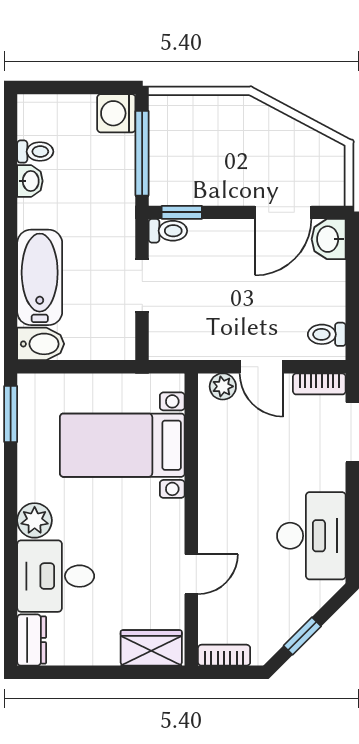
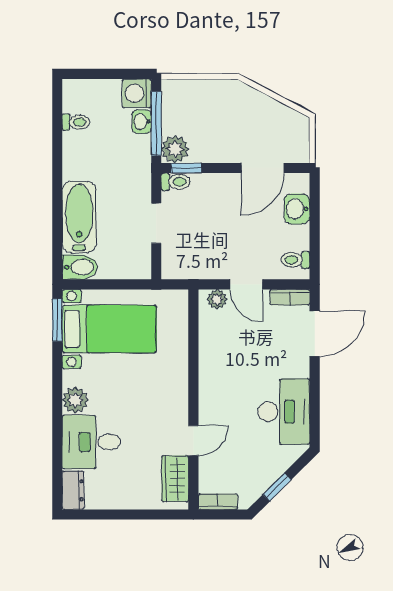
washbasin: (30, 181) -> (142, 122), moved, turned 180
plant: (167, 187) -> (175, 149), added
washbasin: (329, 239) -> (297, 209), moved
bed with nightstands: (122, 445) -> (109, 329), moved, turned 180
wardrobe: (151, 648) -> (175, 479), moved, turned -90

